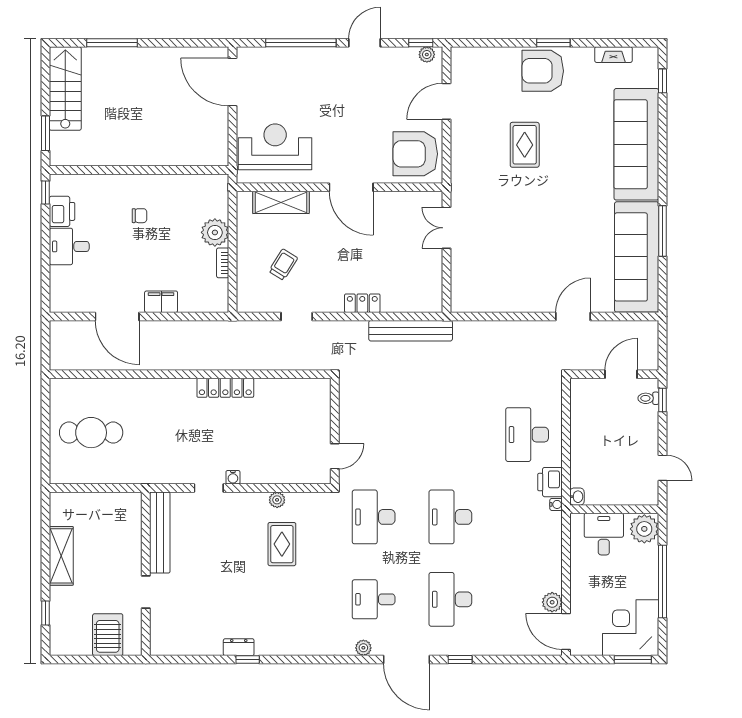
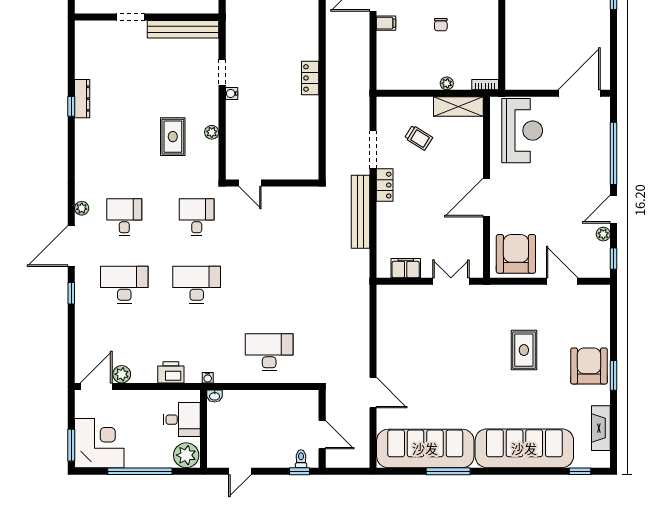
door: (365, 43) -> (614, 209), swing flipped
plant: (427, 55) -> (603, 234), moved
fireplace: (613, 55) -> (601, 428), width x1.37, depth x1.32
rug: (525, 145) -> (524, 350), turned 90
shelving: (281, 202) -> (458, 107), moved, turned 90
chair: (139, 216) -> (441, 25), moved
plant: (215, 232) -> (447, 83), width x0.53, depth x0.53
bookcase: (223, 263) -> (485, 85), moved
filing cabinet: (432, 279) -> (406, 268), added
filing cabinet: (161, 302) -> (386, 23), width x0.50
locker: (362, 303) -> (385, 185), moved
doorway: (297, 316) -> (373, 150), width x1.38
bench: (411, 331) -> (360, 212), moved
locker: (225, 388) -> (310, 78), width x0.66
printer: (550, 482) -> (171, 372), moved
desk: (374, 517) -> (197, 217), width x0.73
rug: (282, 544) -> (173, 137), turned 90
dresser: (239, 647) -> (82, 99), width x1.44

